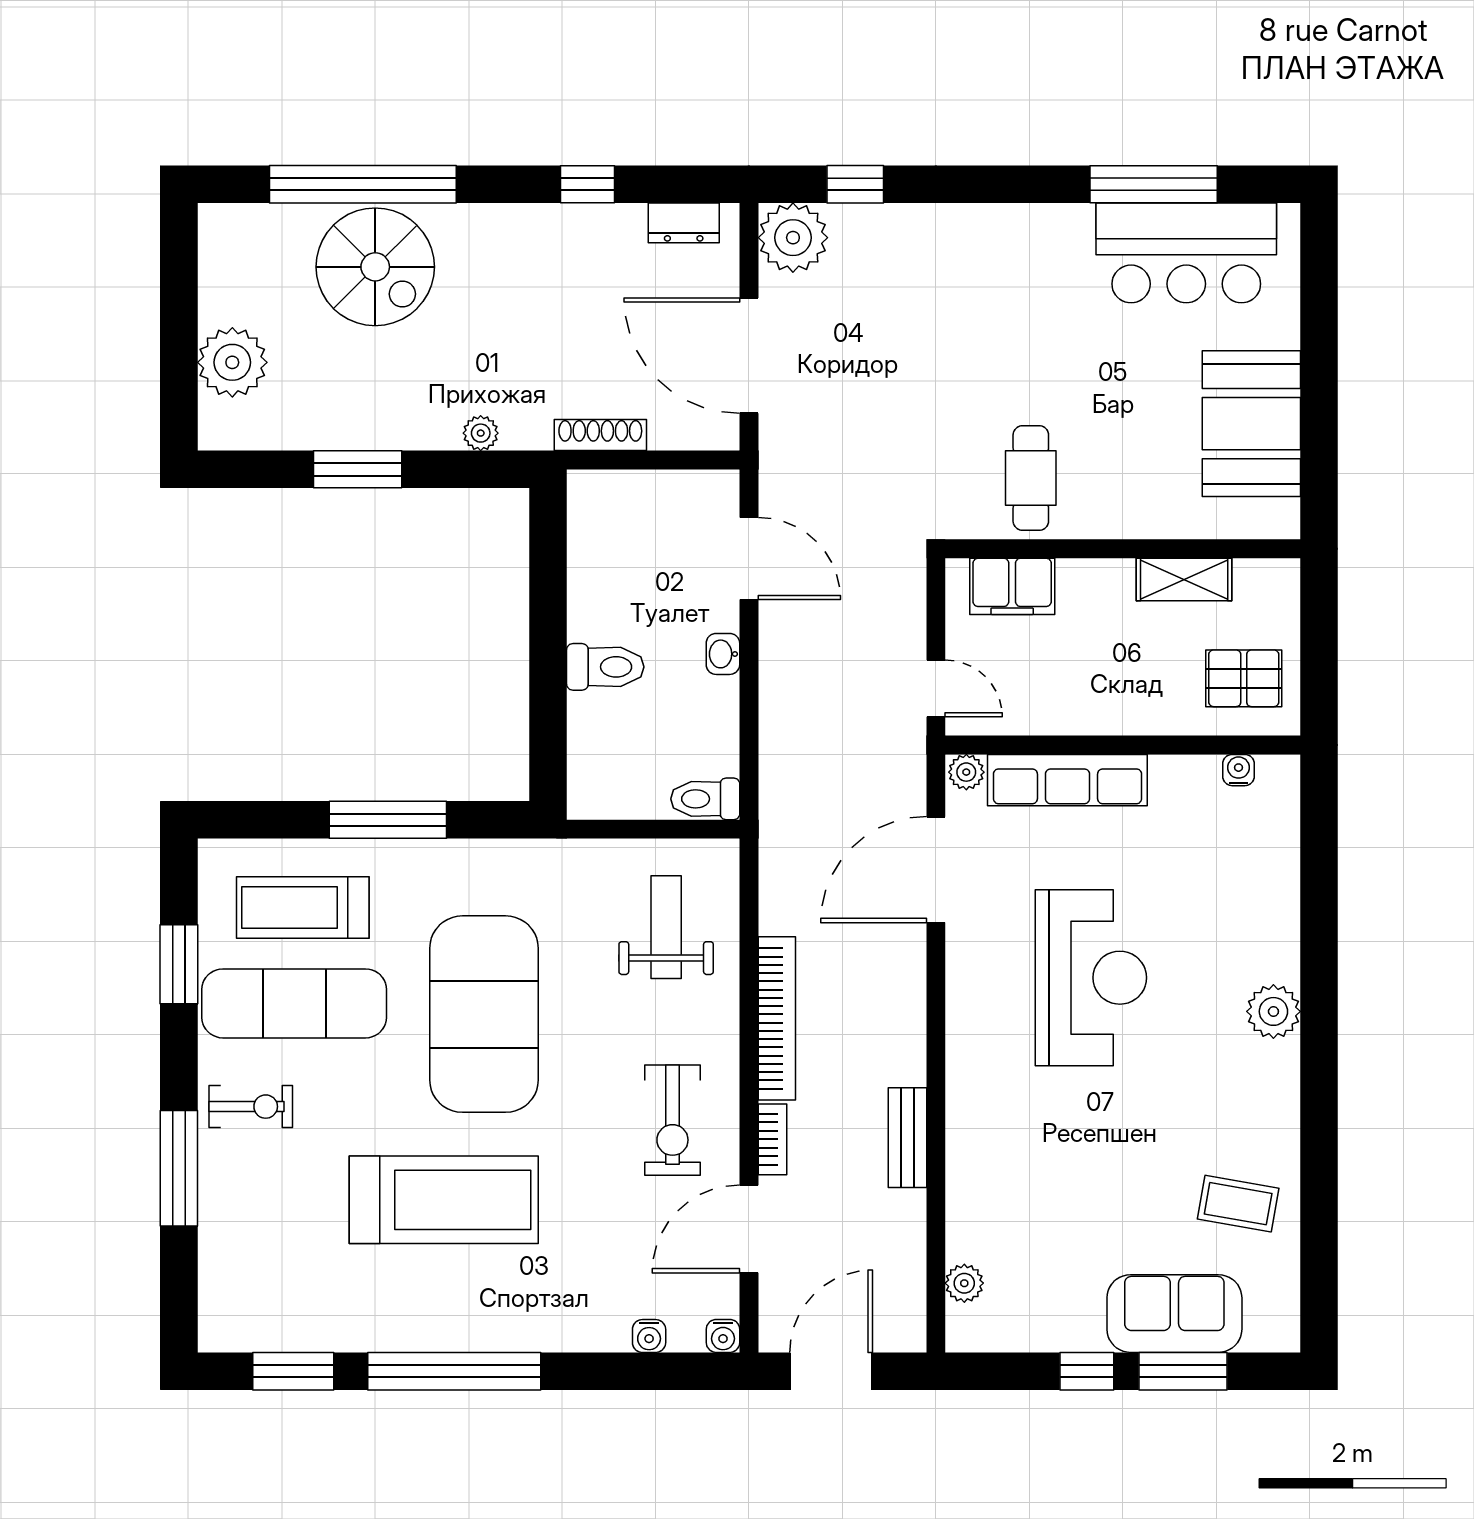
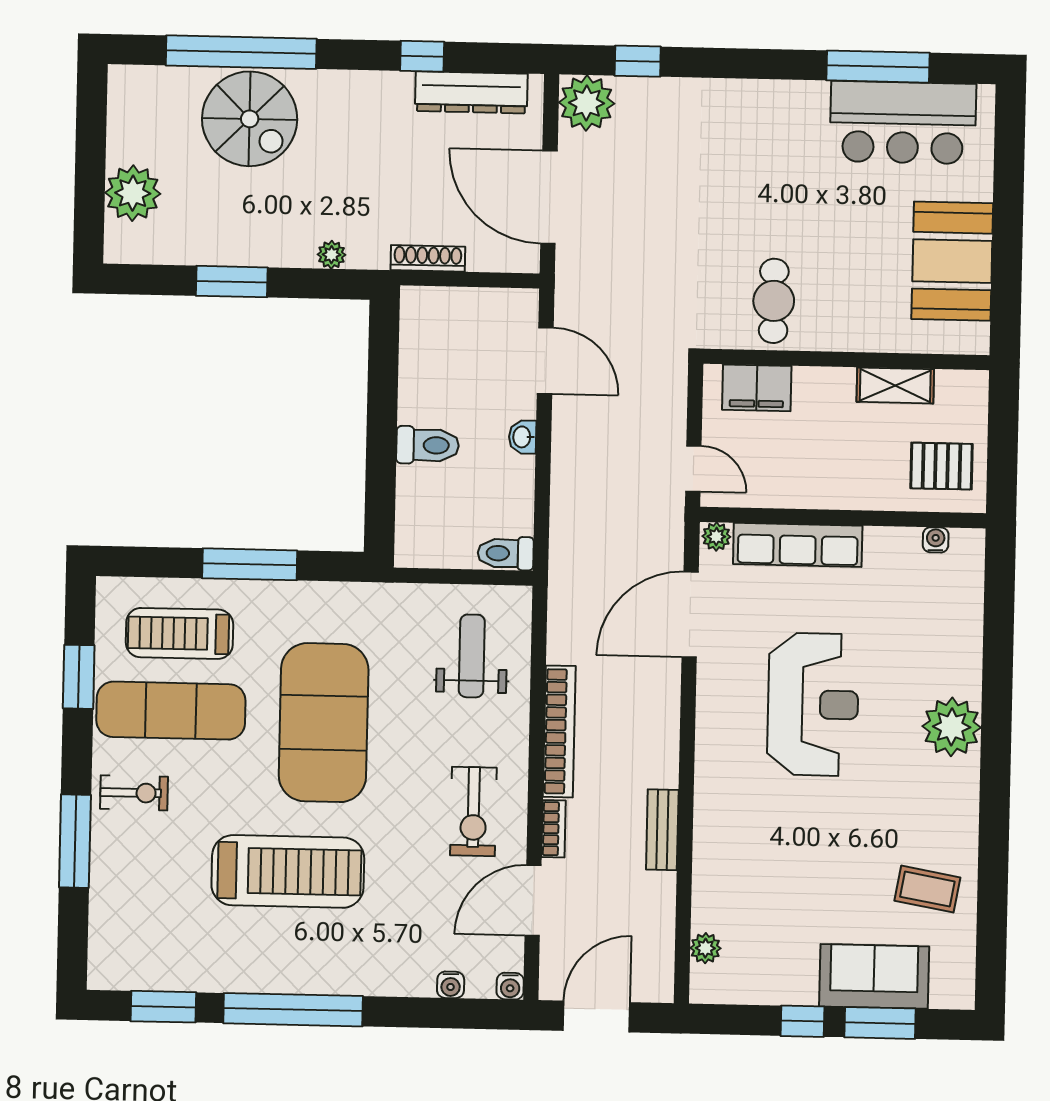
dresser: (684, 223) -> (471, 92), width x1.96, depth x1.24
plant: (1273, 1011) -> (952, 727), width x1.36, depth x1.36

